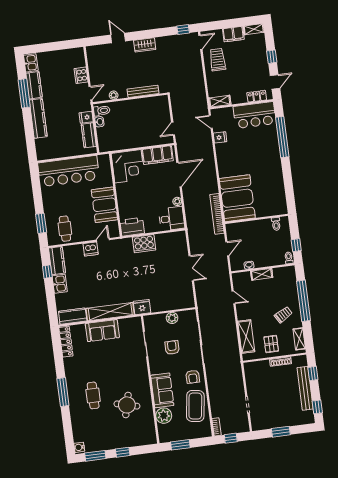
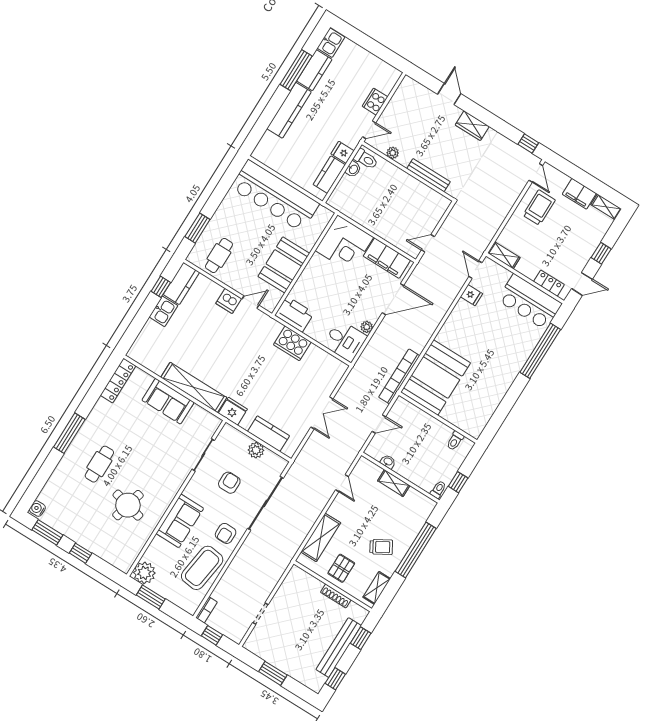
door: (200, 42) -> (536, 173), hinge flipped
kitchen counter: (73, 316) -> (268, 434), moved
plant: (164, 416) -> (144, 573), moved

